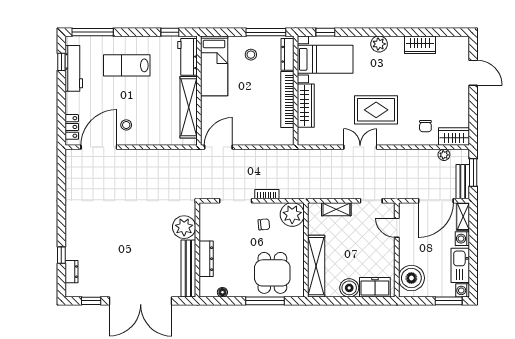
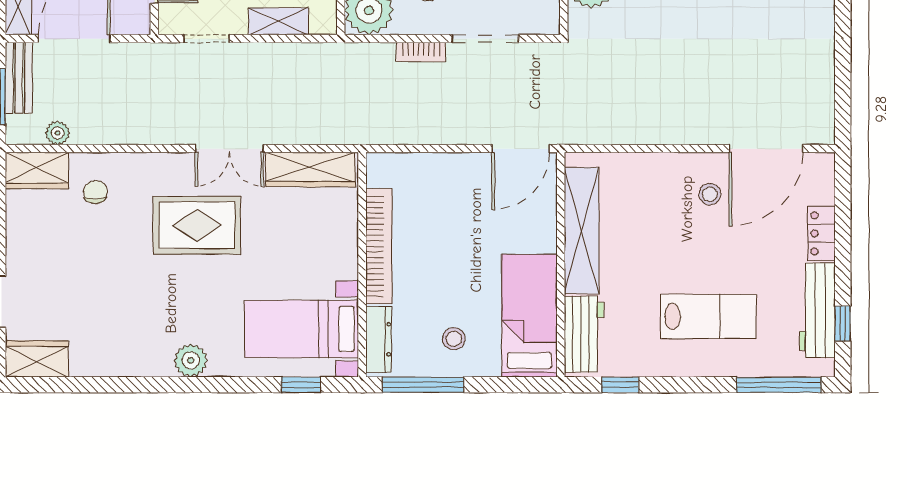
wardrobe: (420, 45) -> (37, 359), moved
wardrobe: (306, 106) -> (310, 170), moved, turned -90
locker: (72, 127) -> (821, 233), moved

